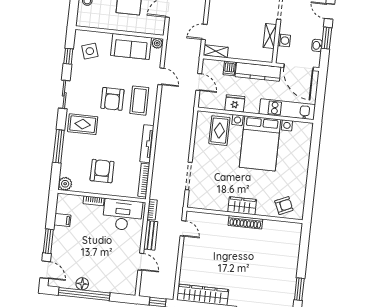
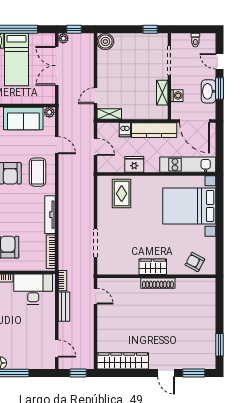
washbasin: (317, 45) -> (208, 91), width x1.91, depth x1.45
bed with nightstands: (260, 143) -> (189, 206), moved, turned 90
armchair: (284, 206) -> (195, 262), turned -128
door: (141, 262) -> (57, 348), moved

